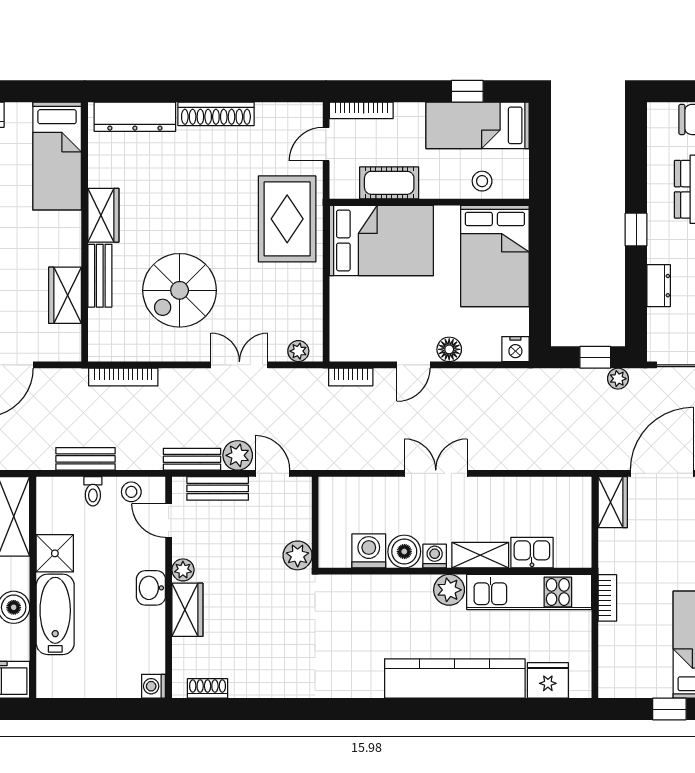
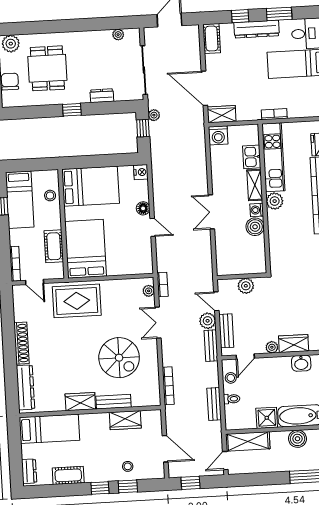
bookcase: (351, 377) -> (163, 285), moved
door: (272, 473) -> (216, 301), hinge flipped
washing machine: (369, 551) -> (218, 135), moved, turned -90
plant: (298, 555) -> (246, 286), moved
washbasin: (151, 588) -> (301, 363), moved

